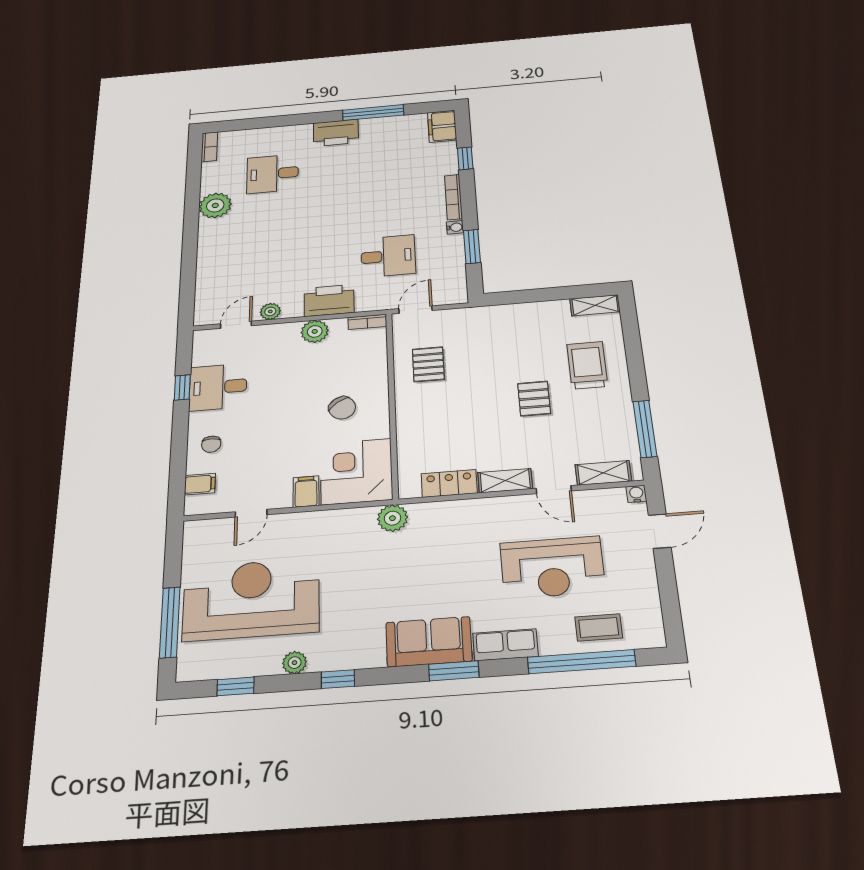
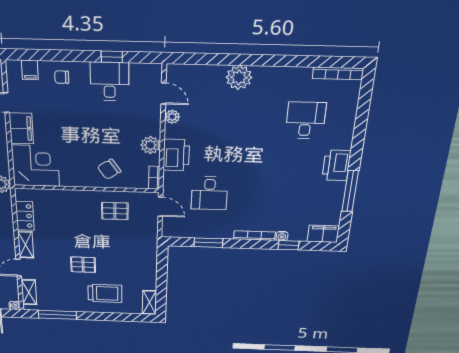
bookcase: (209, 147) -> (338, 73), width x1.56
plant: (215, 205) -> (239, 77), moved
water cooler: (455, 227) -> (282, 236), moved
chair: (342, 408) -> (109, 169), moved
filing cabinet: (306, 492) -> (21, 128), width x2.00

